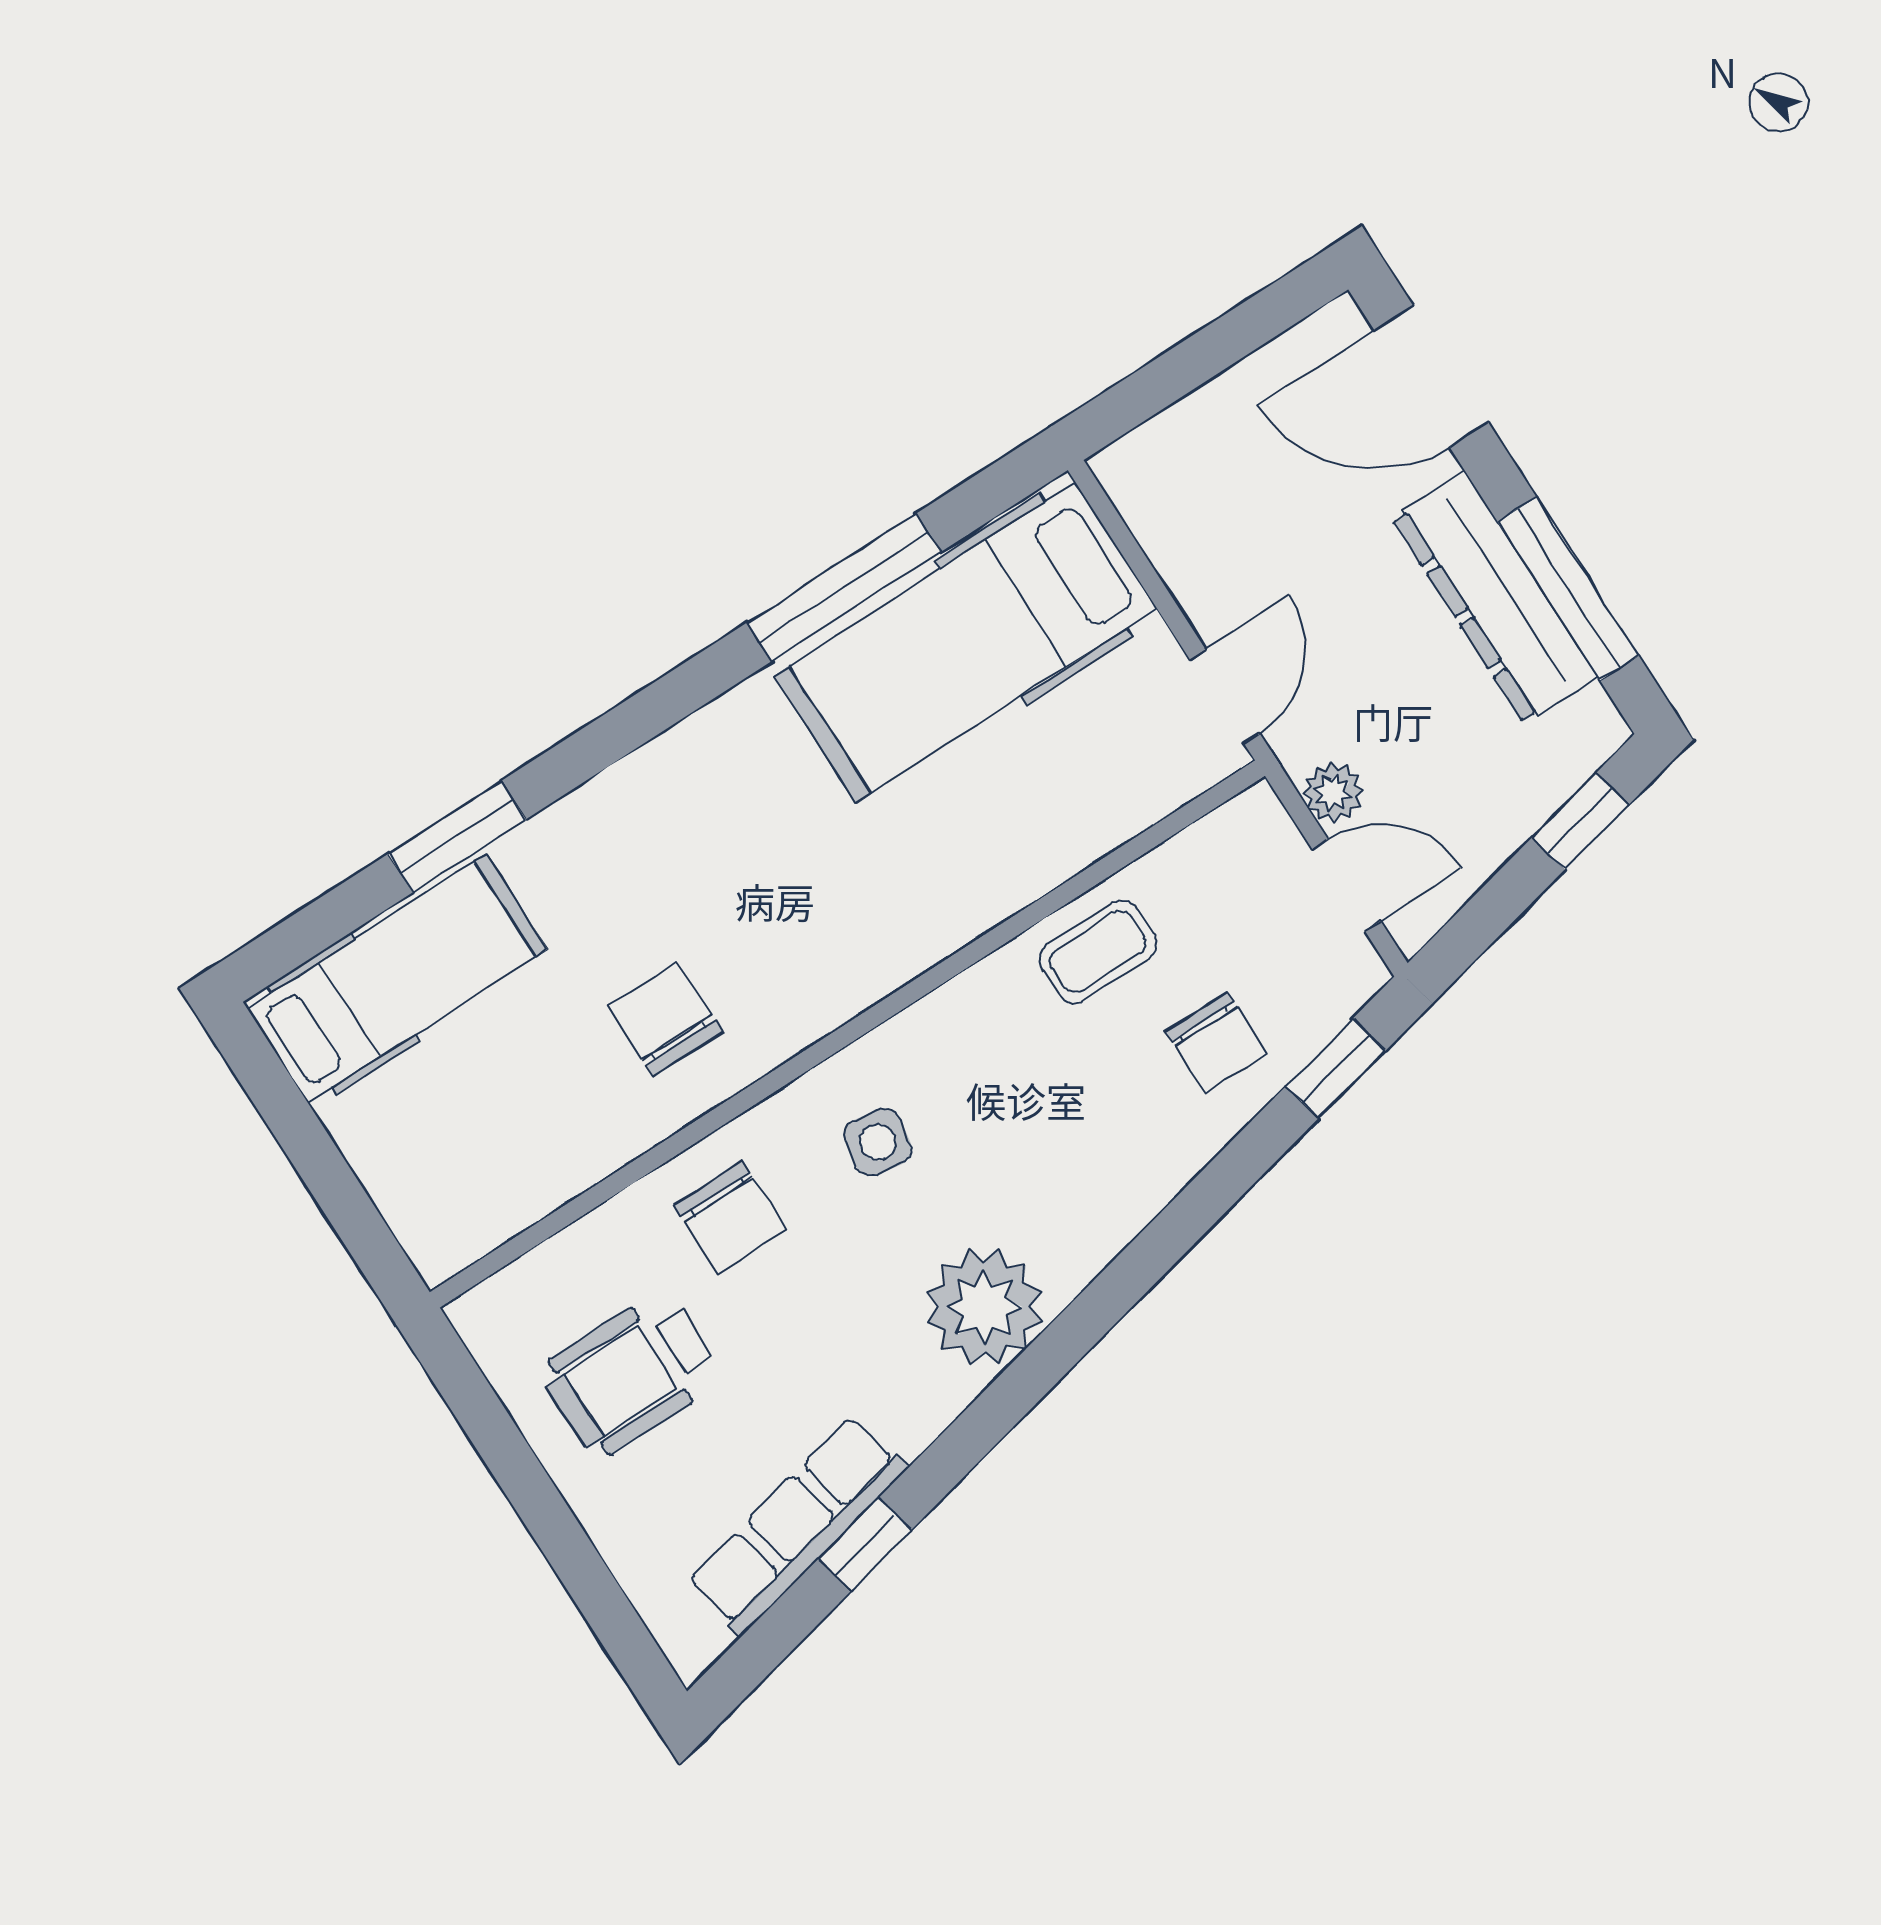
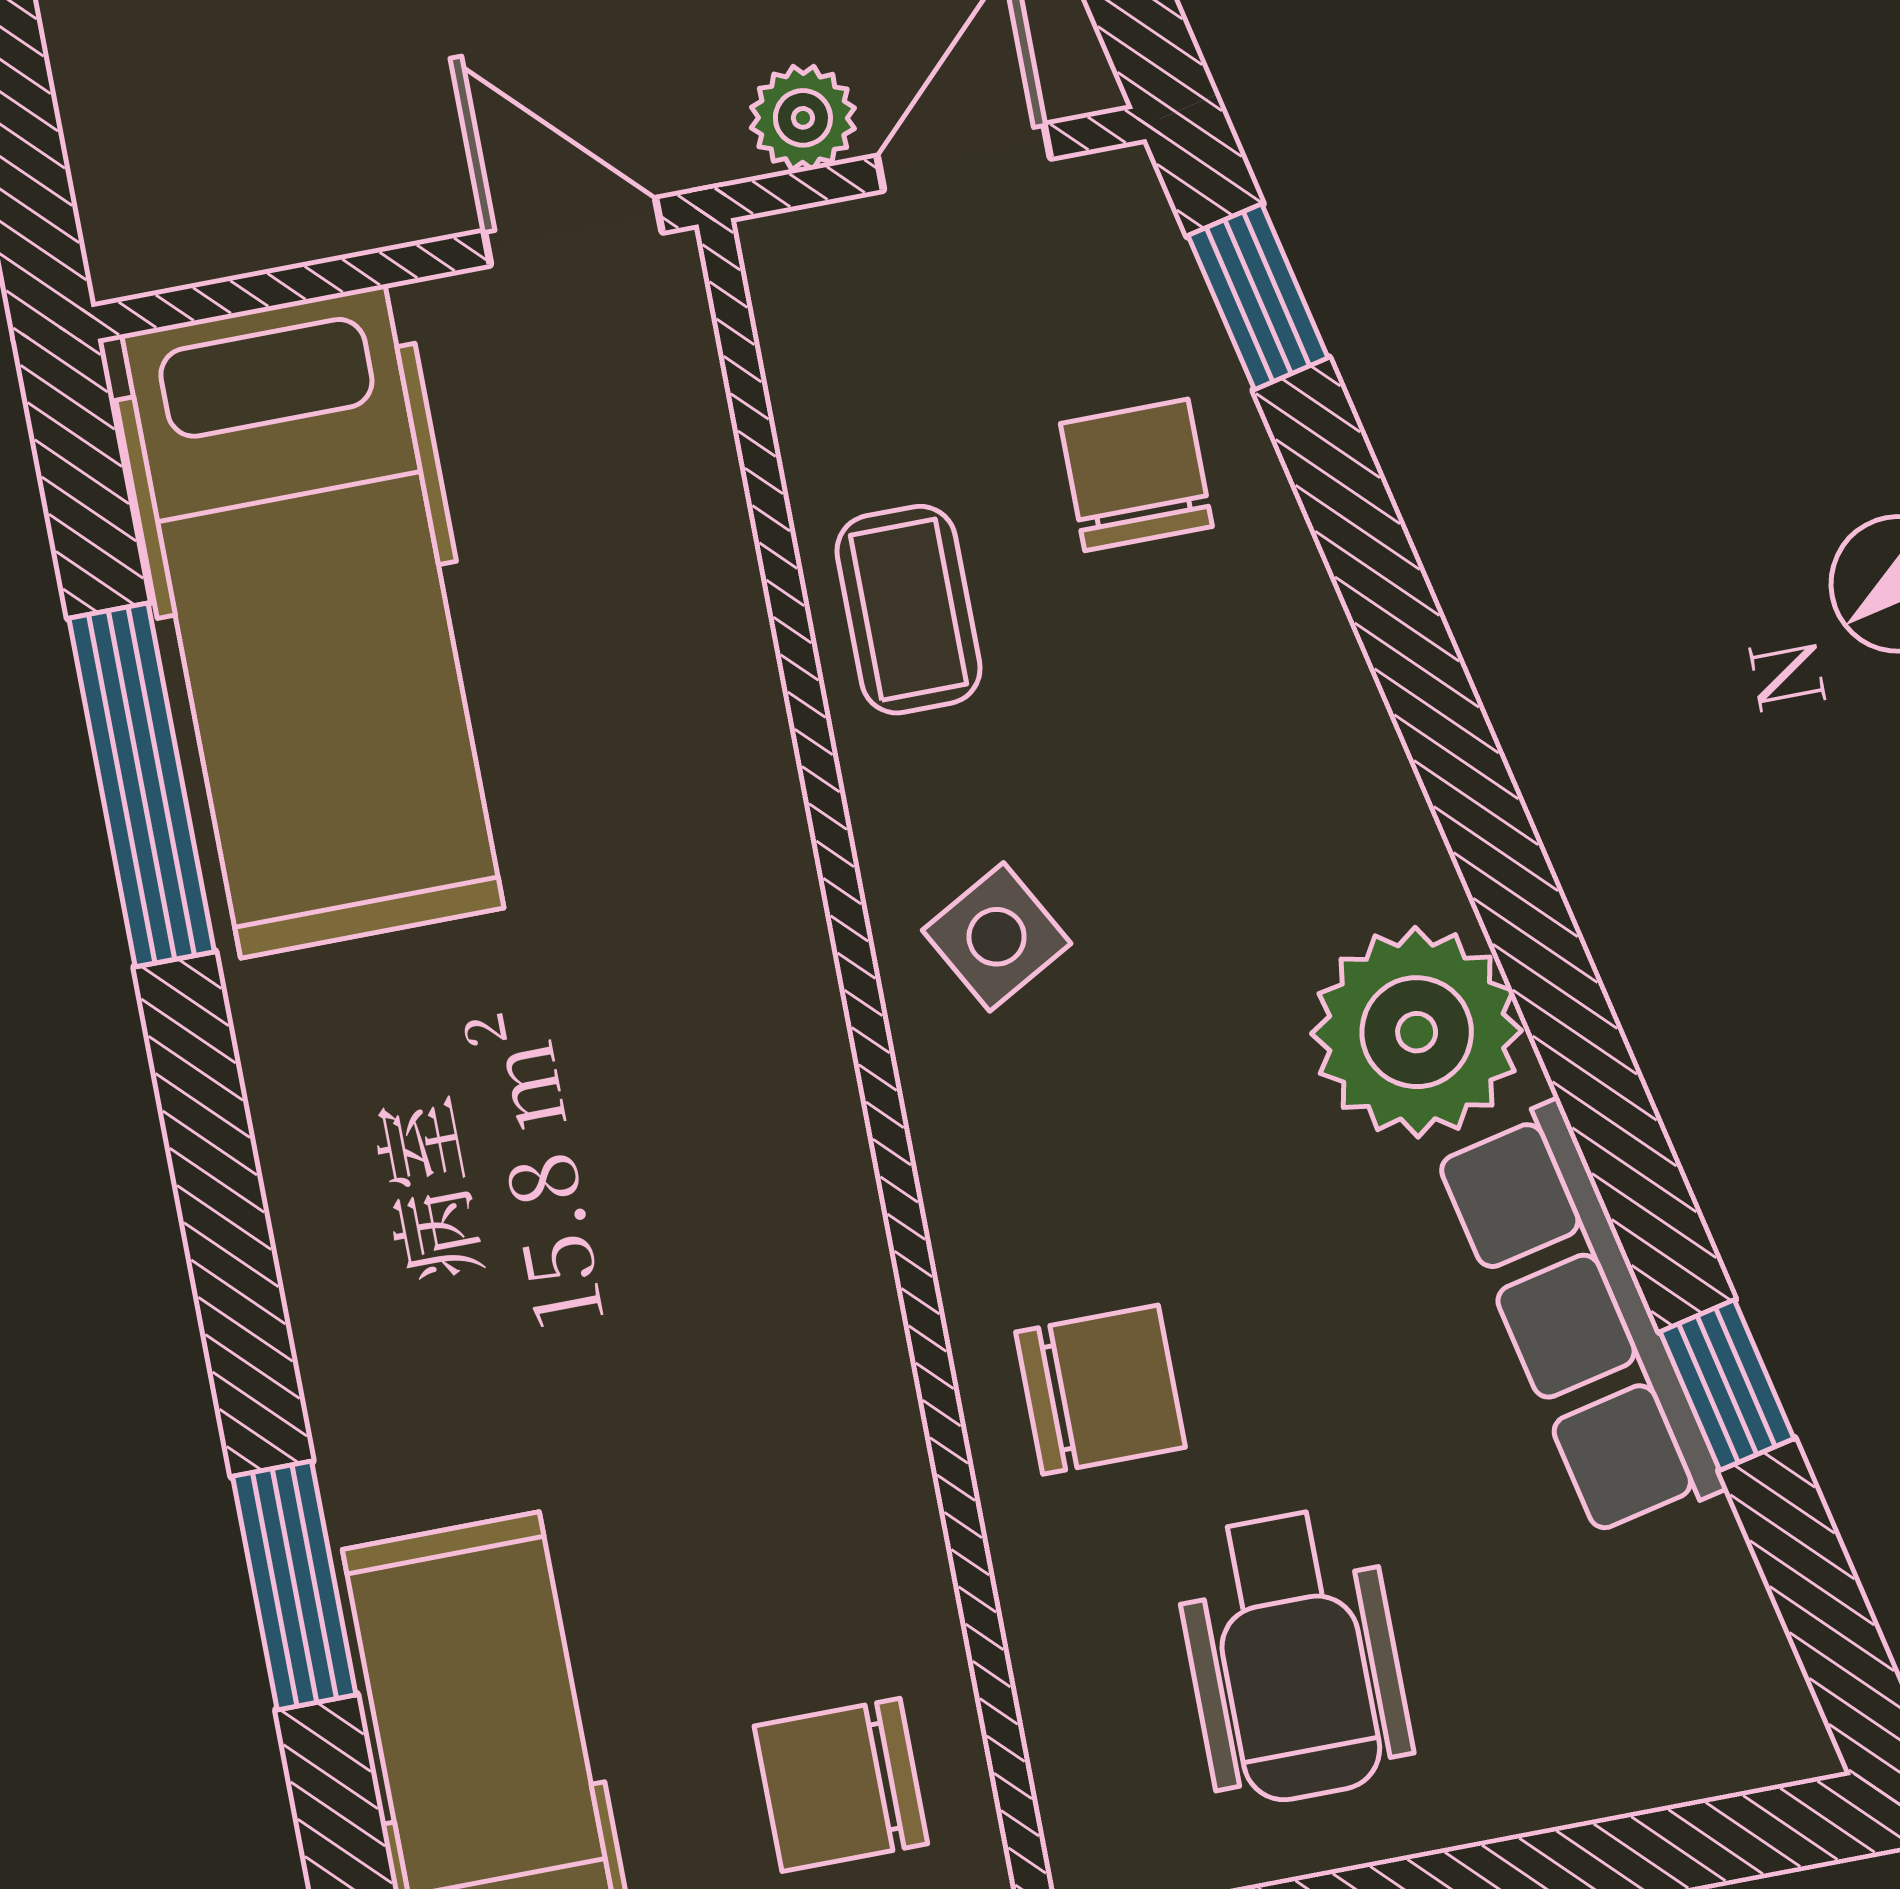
chair: (665, 1019) -> (841, 1785), moved
chair: (1217, 1043) -> (1136, 475), turned -90
side table: (878, 1142) -> (997, 937), moved, turned -38
row of seats: (797, 1525) -> (1580, 1320), moved

